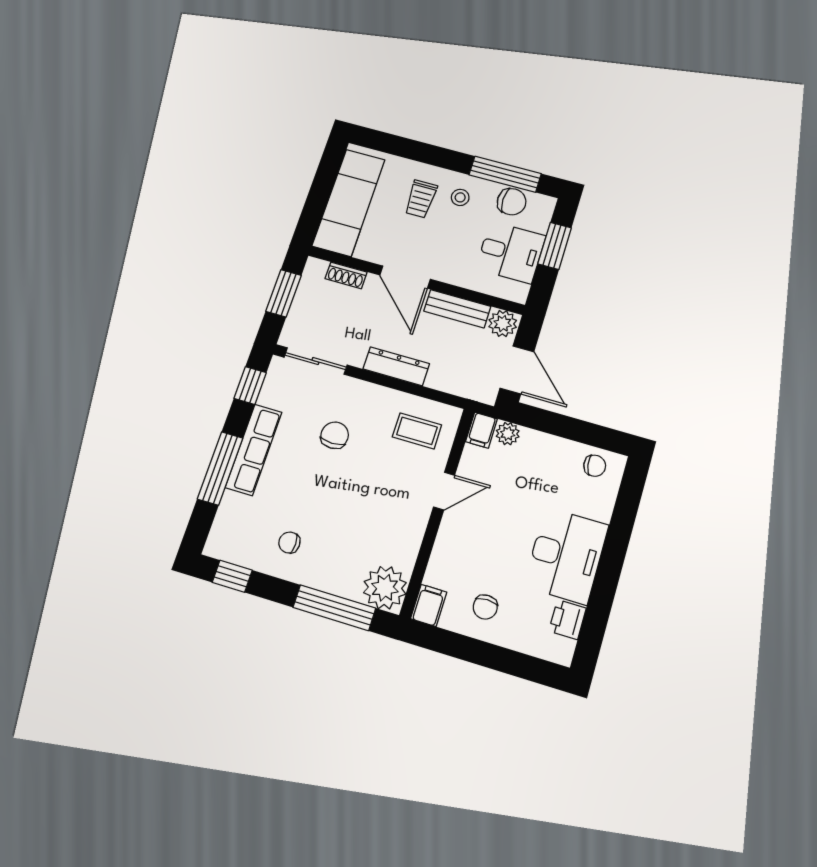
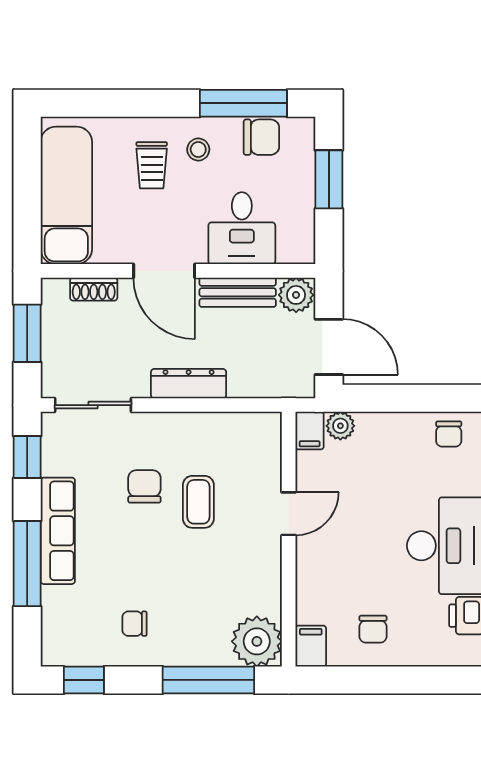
desk: (511, 252) -> (242, 228), moved, turned 90
coffee table: (417, 431) -> (198, 502), moved, turned 90
chair: (595, 466) -> (449, 434), turned 99

